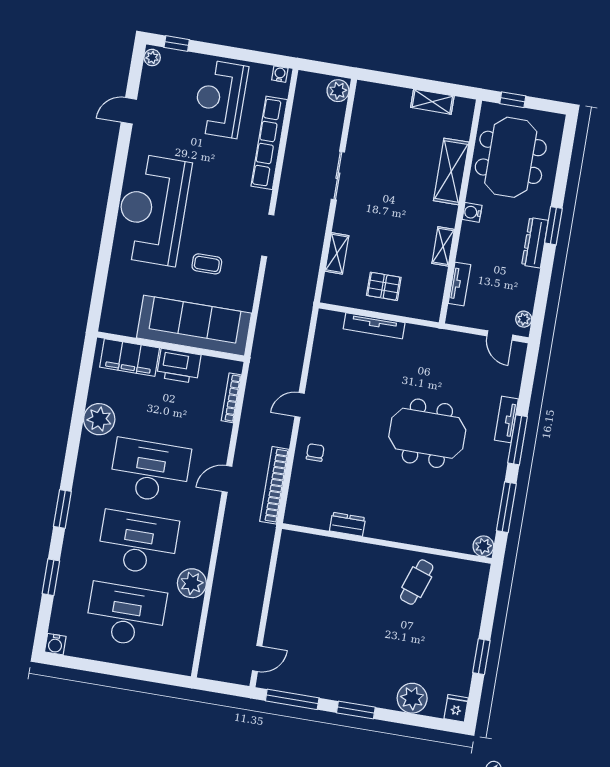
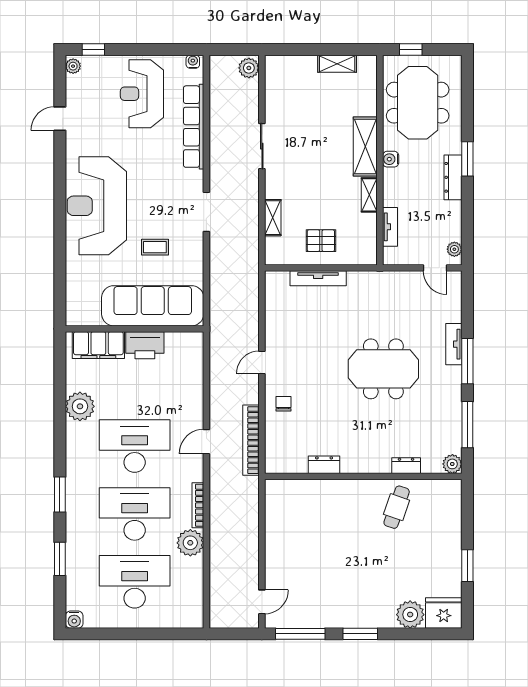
shelving: (451, 171) -> (365, 147), moved
bookcase: (231, 398) -> (198, 505), moved
dresser: (434, 540) -> (406, 466), added
fridge: (456, 708) -> (444, 613), width x1.88, depth x1.34

